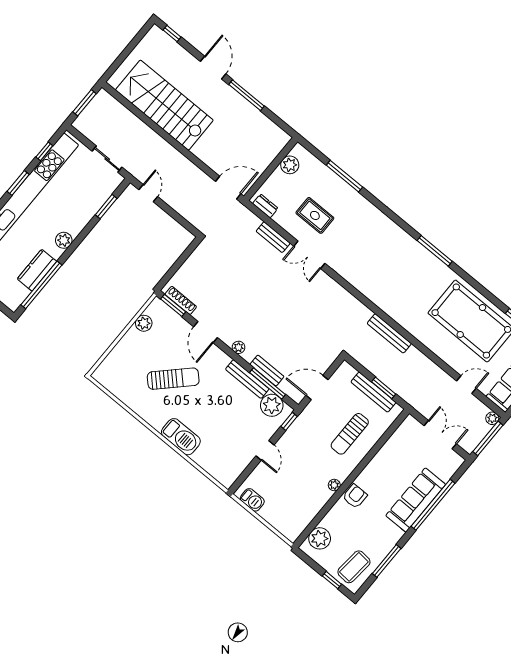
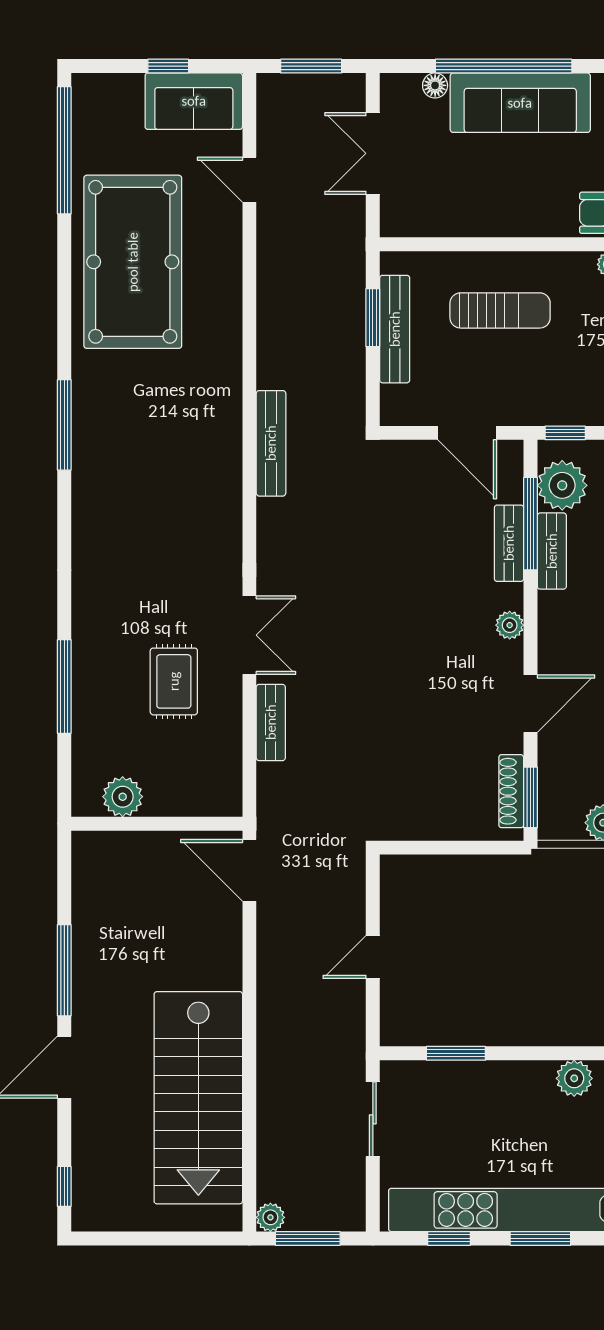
door: (148, 193) -> (373, 957), moved
dresser: (265, 206) -> (228, 780), removed
bench: (389, 333) -> (271, 443), moved
bench: (247, 379) -> (552, 551), width x0.73
plant: (492, 418) -> (270, 1217), moved
window: (488, 438) -> (311, 66), width x0.69
floor lamp: (446, 476) -> (435, 85), added

